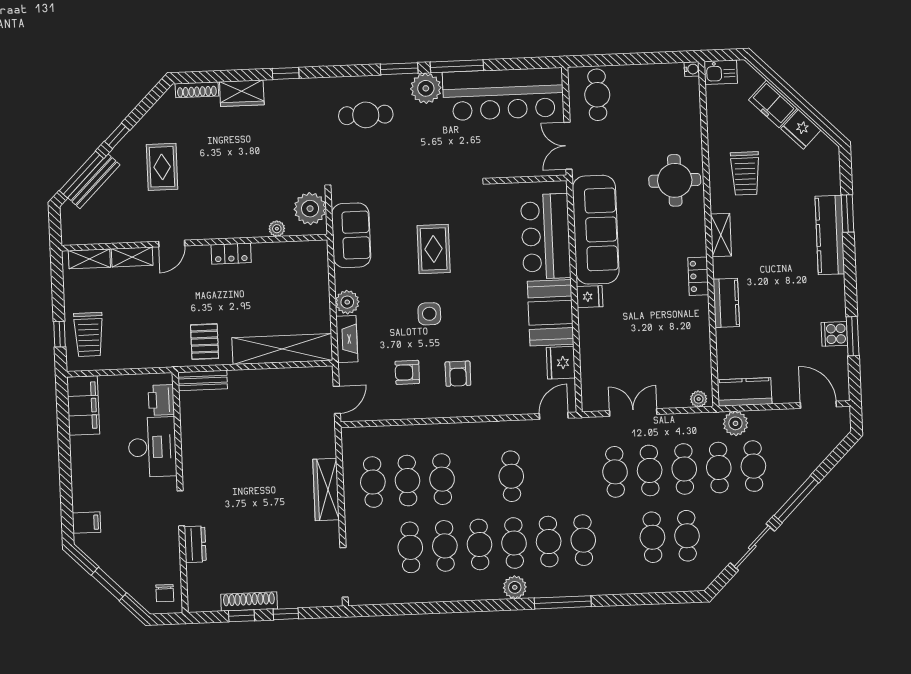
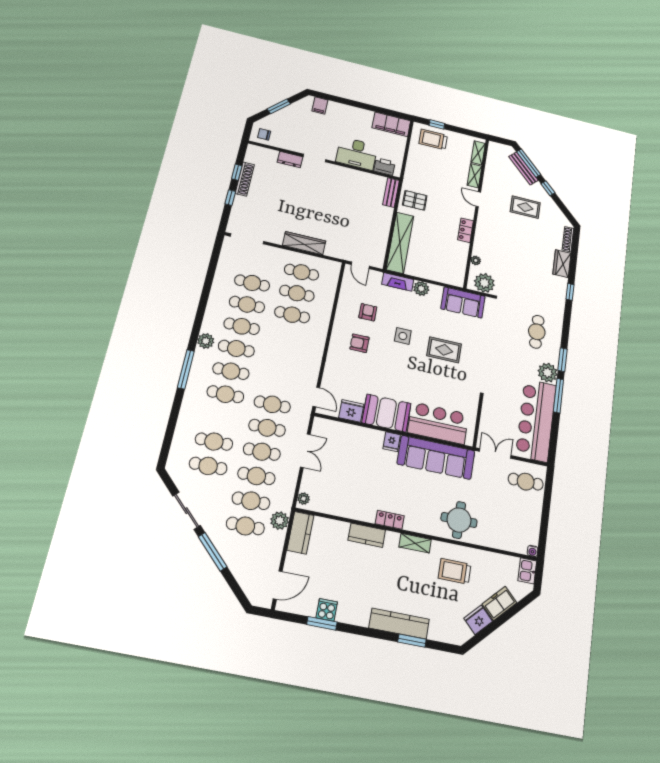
cafe table: (511, 476) -> (272, 404), moved

